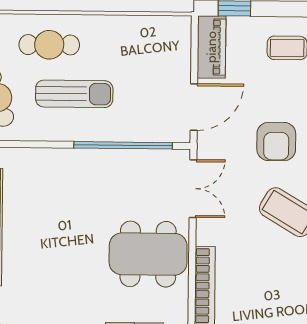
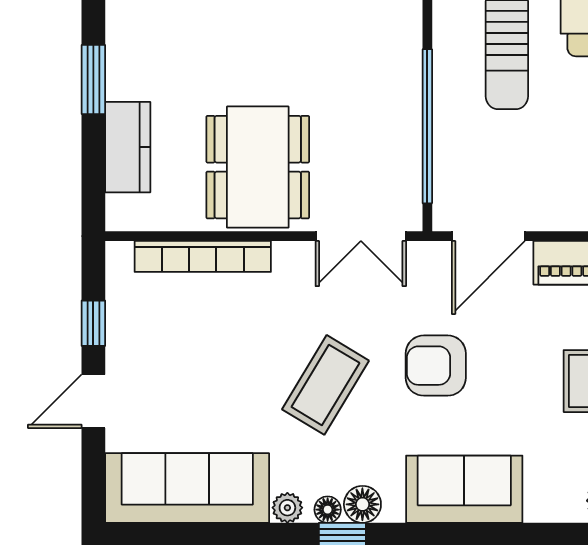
door: (194, 107) -> (488, 236), hinge flipped

